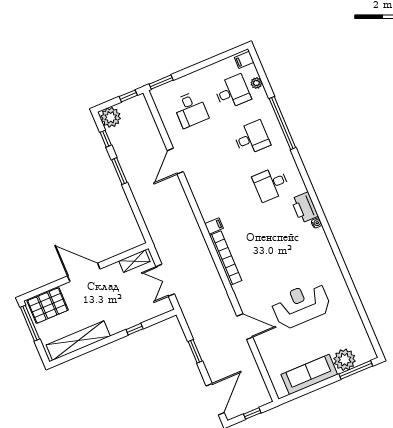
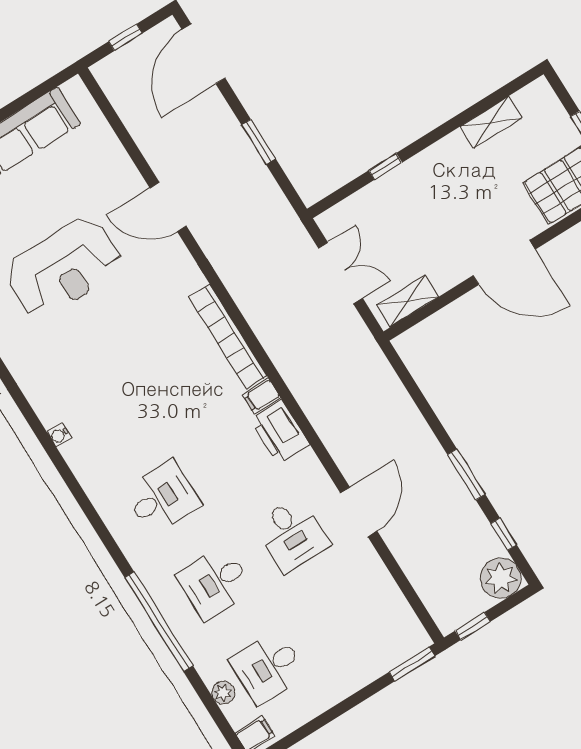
desk: (191, 110) -> (292, 534), moved, turned 180
printer: (305, 208) -> (280, 432), moved, turned 180
shelving: (78, 341) -> (491, 122), width x0.45, depth x0.75

